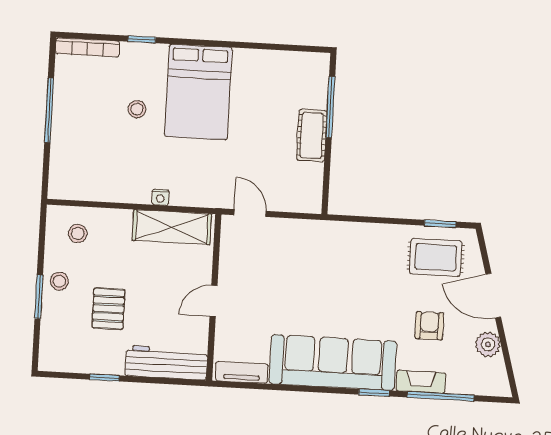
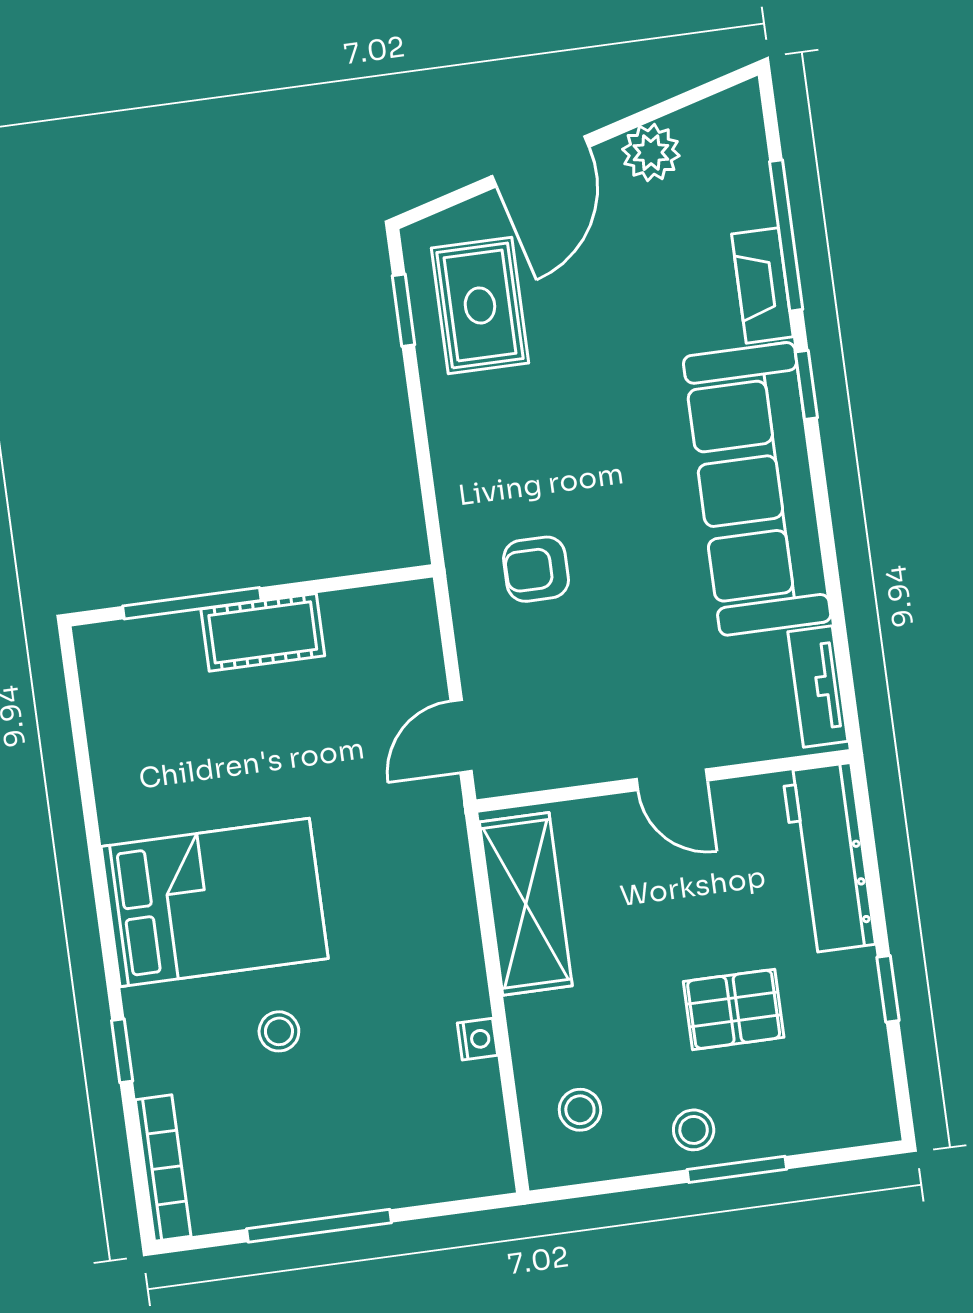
nightstand: (160, 197) -> (477, 1039), moved
armchair: (429, 326) -> (536, 569), moved

